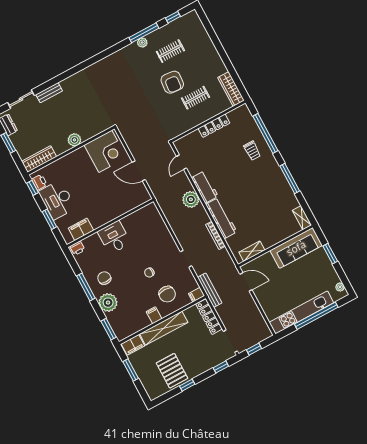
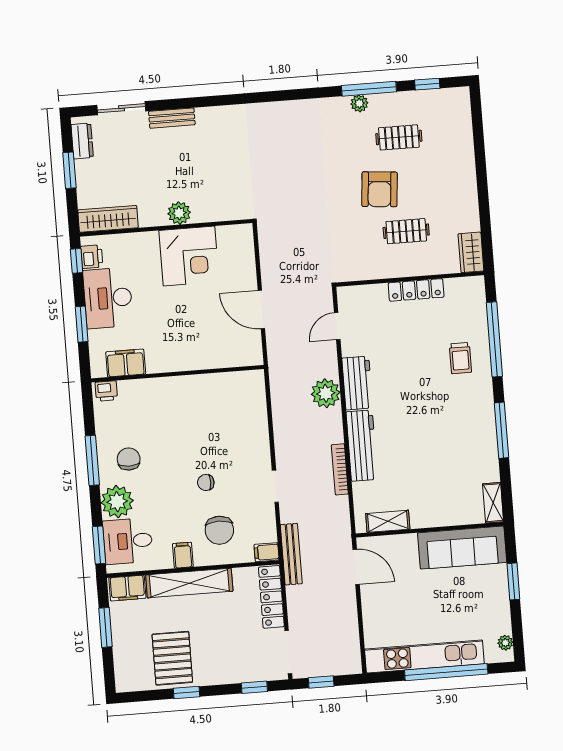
wardrobe: (231, 89) -> (471, 252), width x0.67
corner desk: (105, 151) -> (189, 256), moved
desk: (114, 237) -> (128, 541), moved, turned -90

